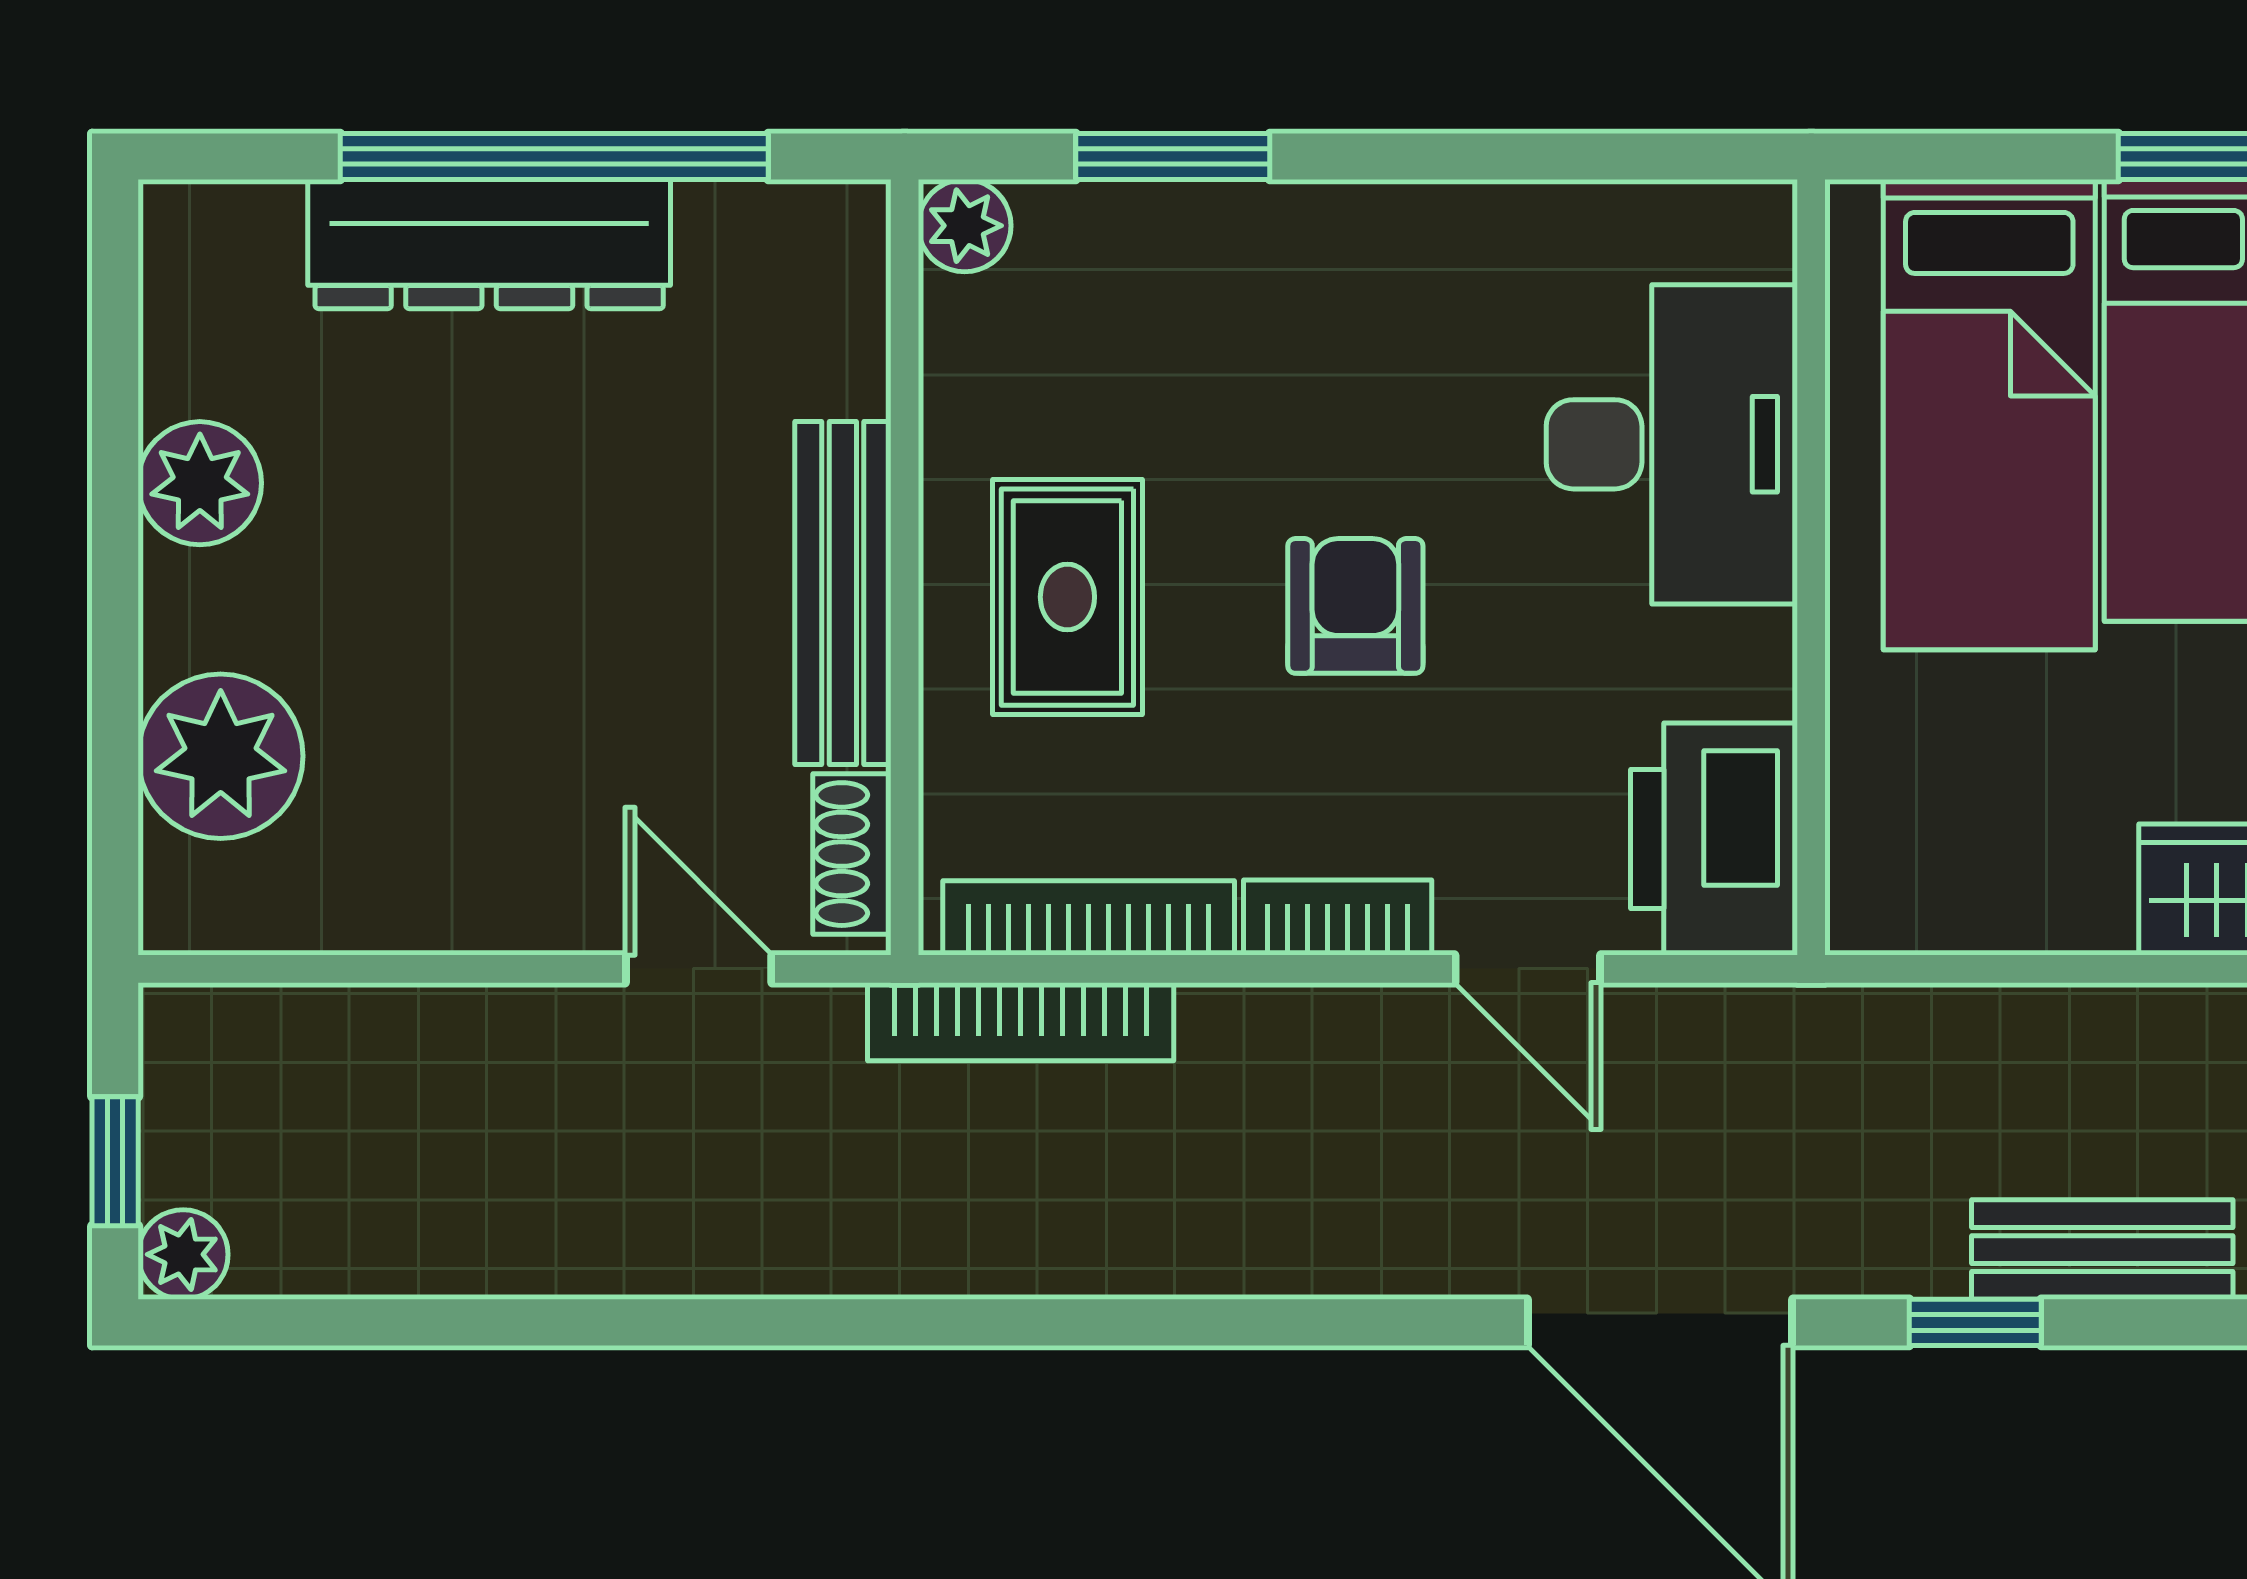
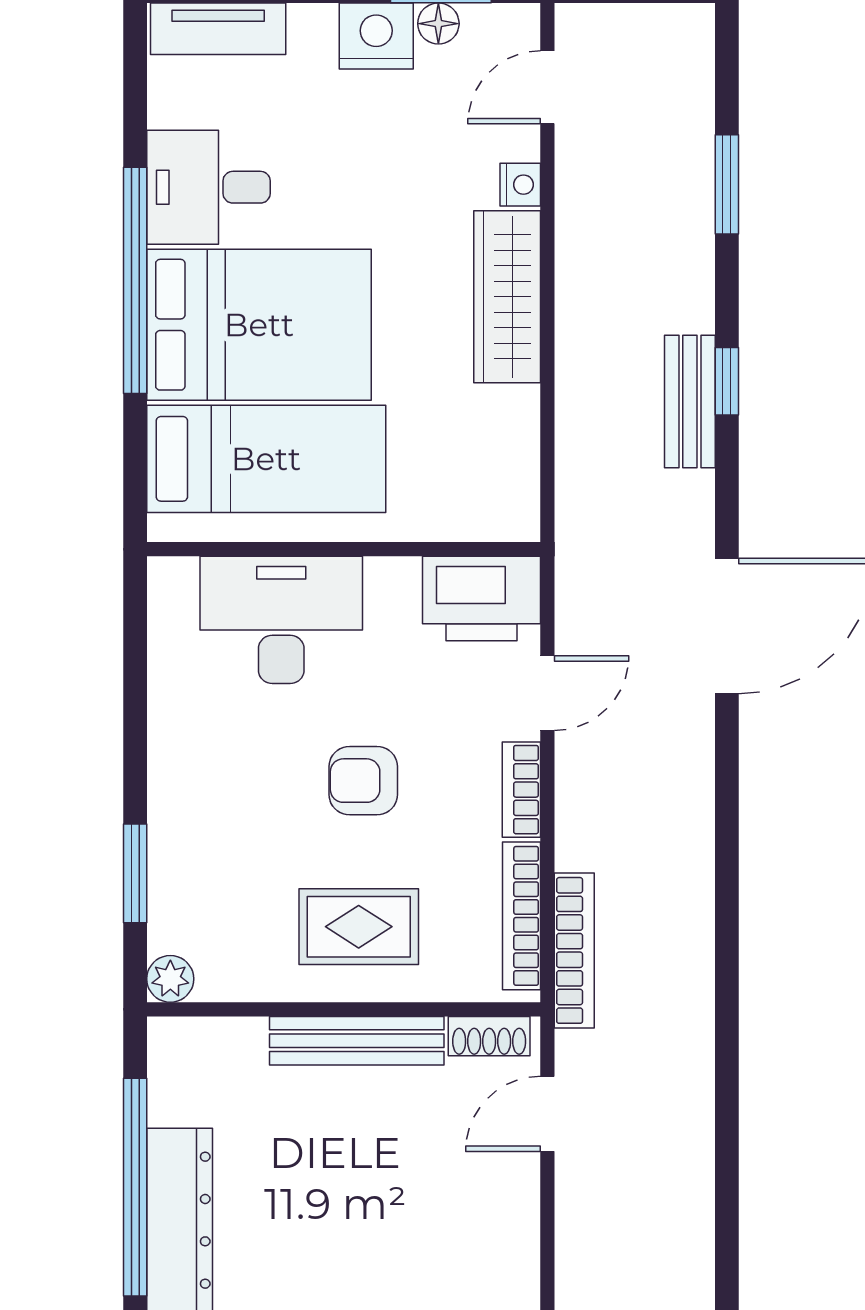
window: (1975, 1322) -> (727, 381), moved

